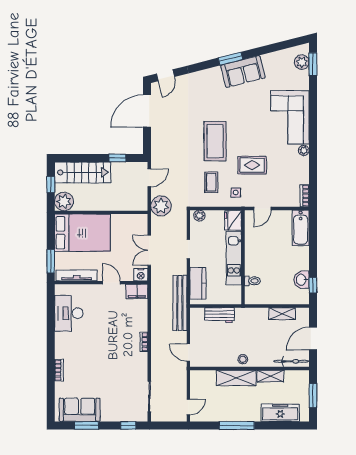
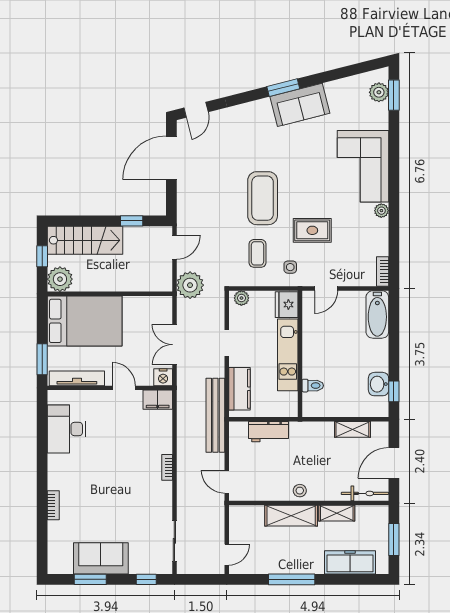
sofa: (80, 410) -> (101, 558), moved

